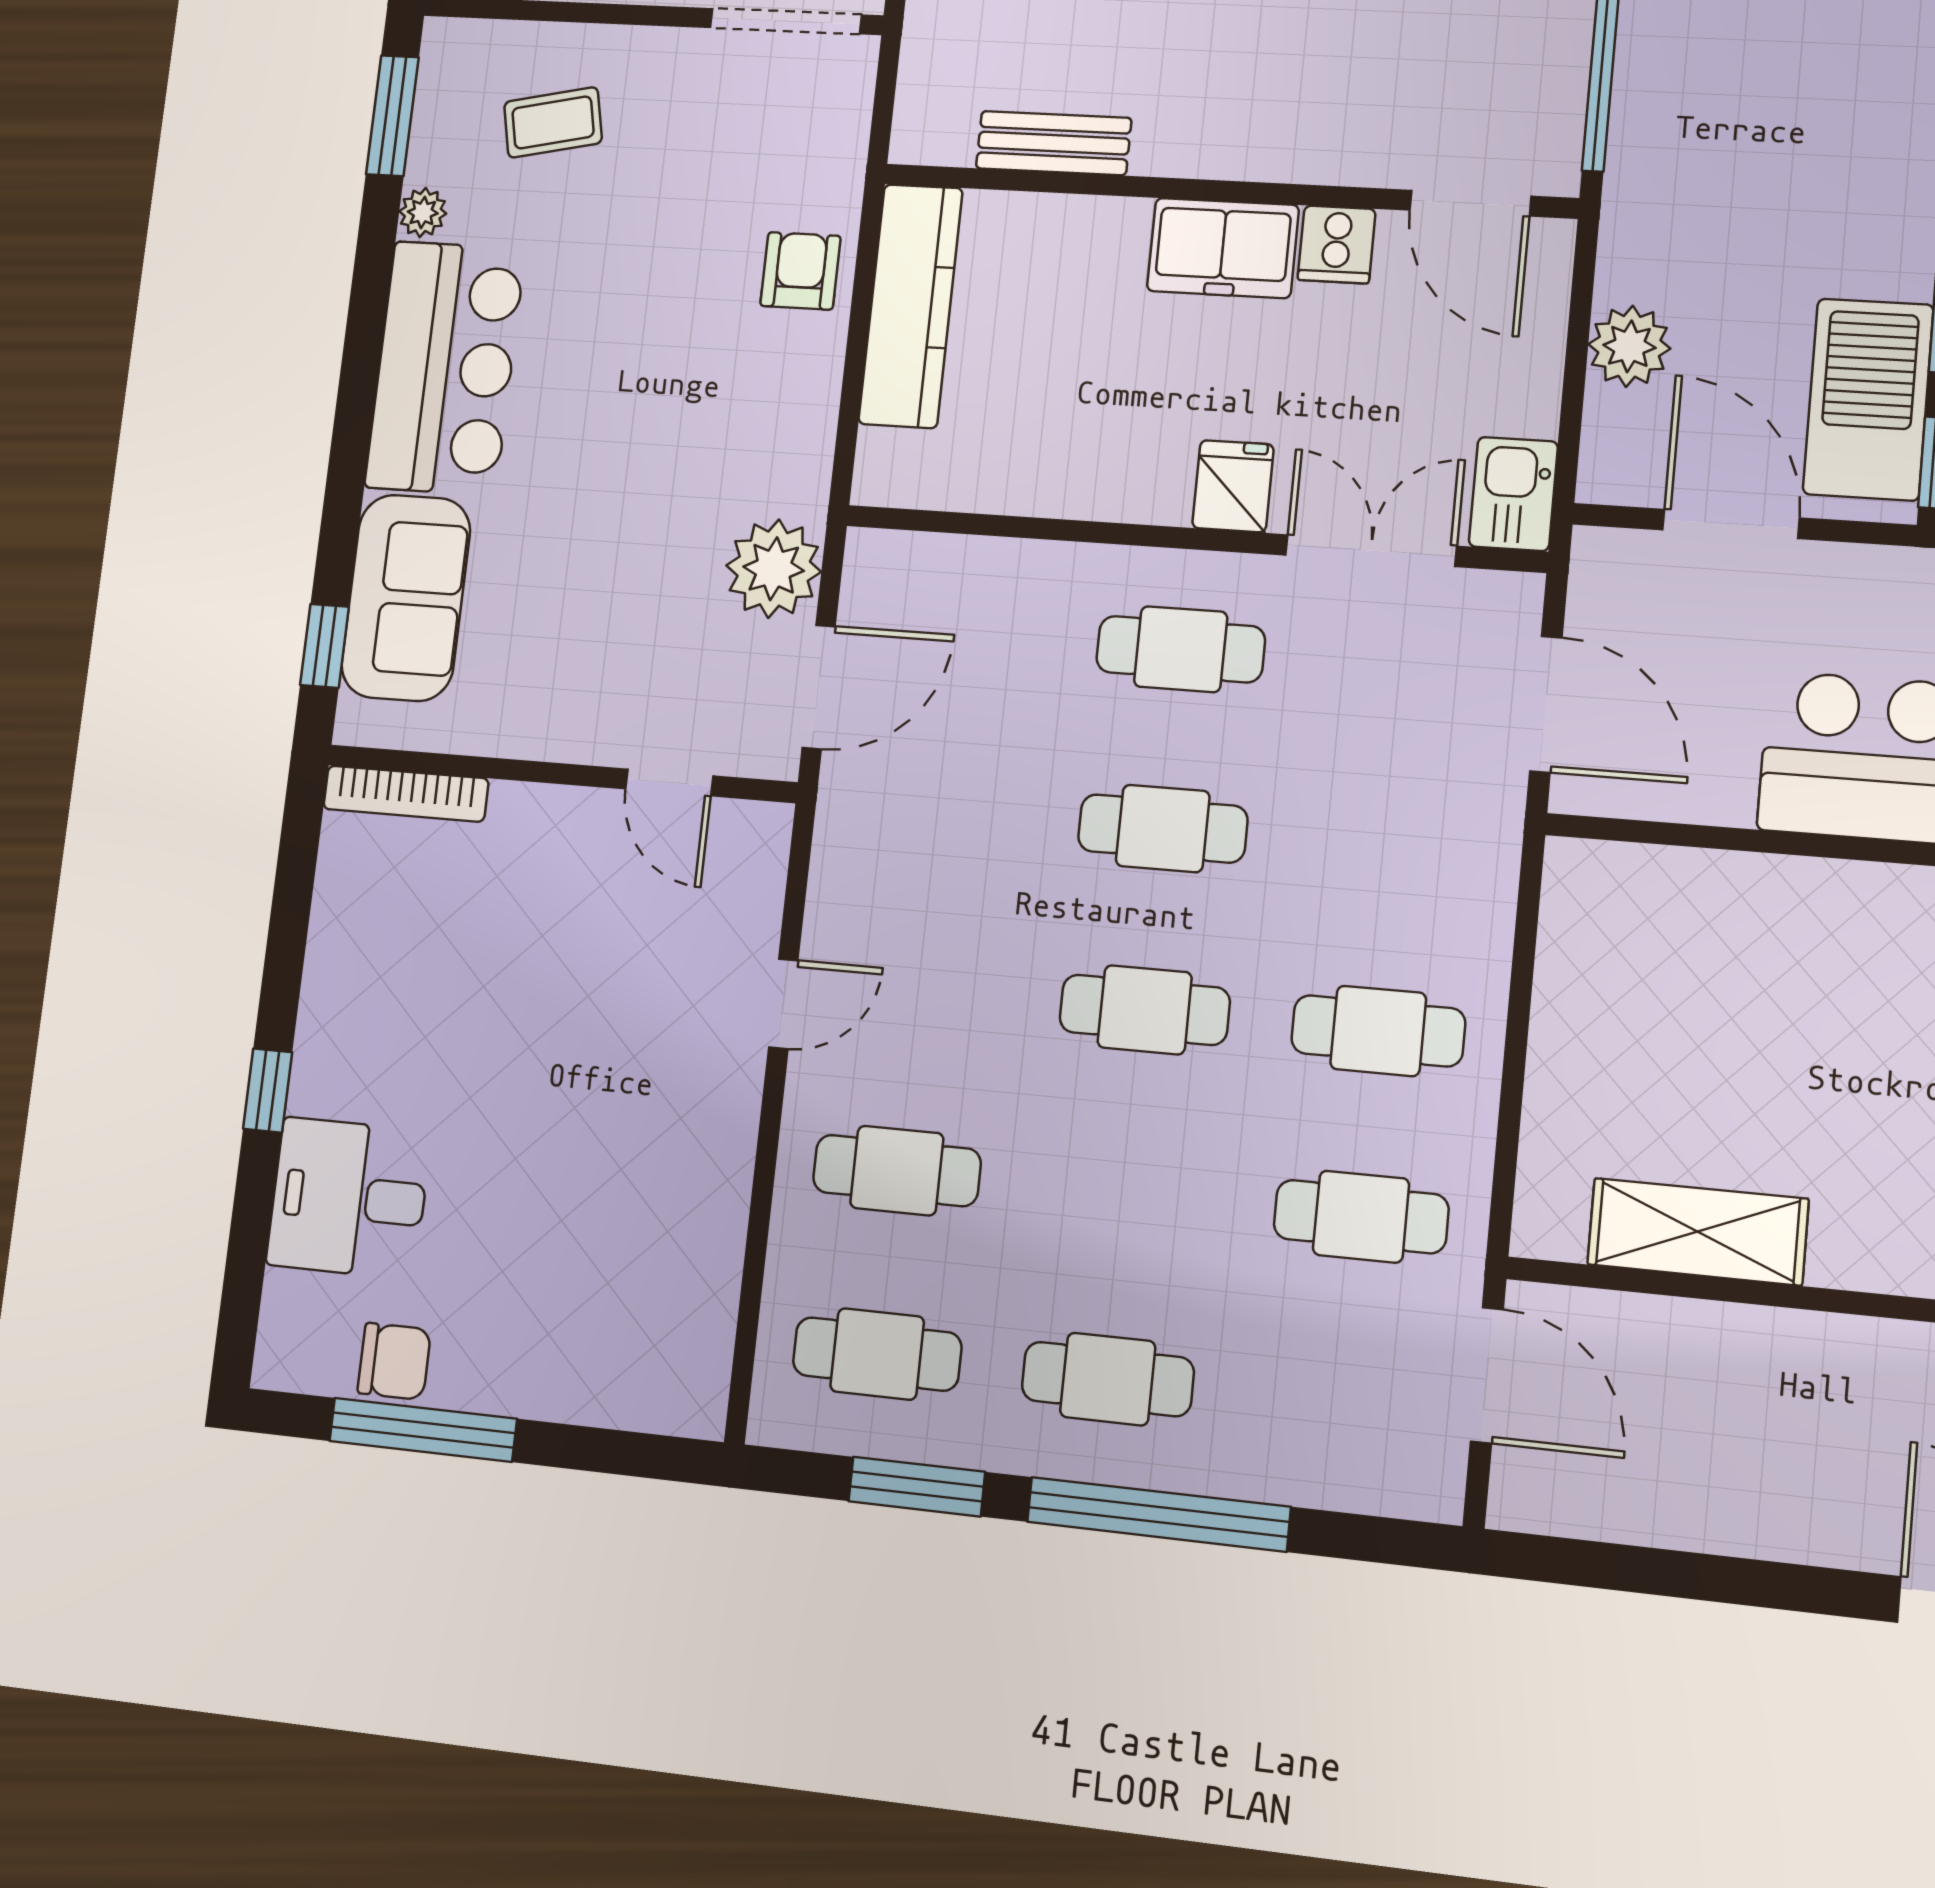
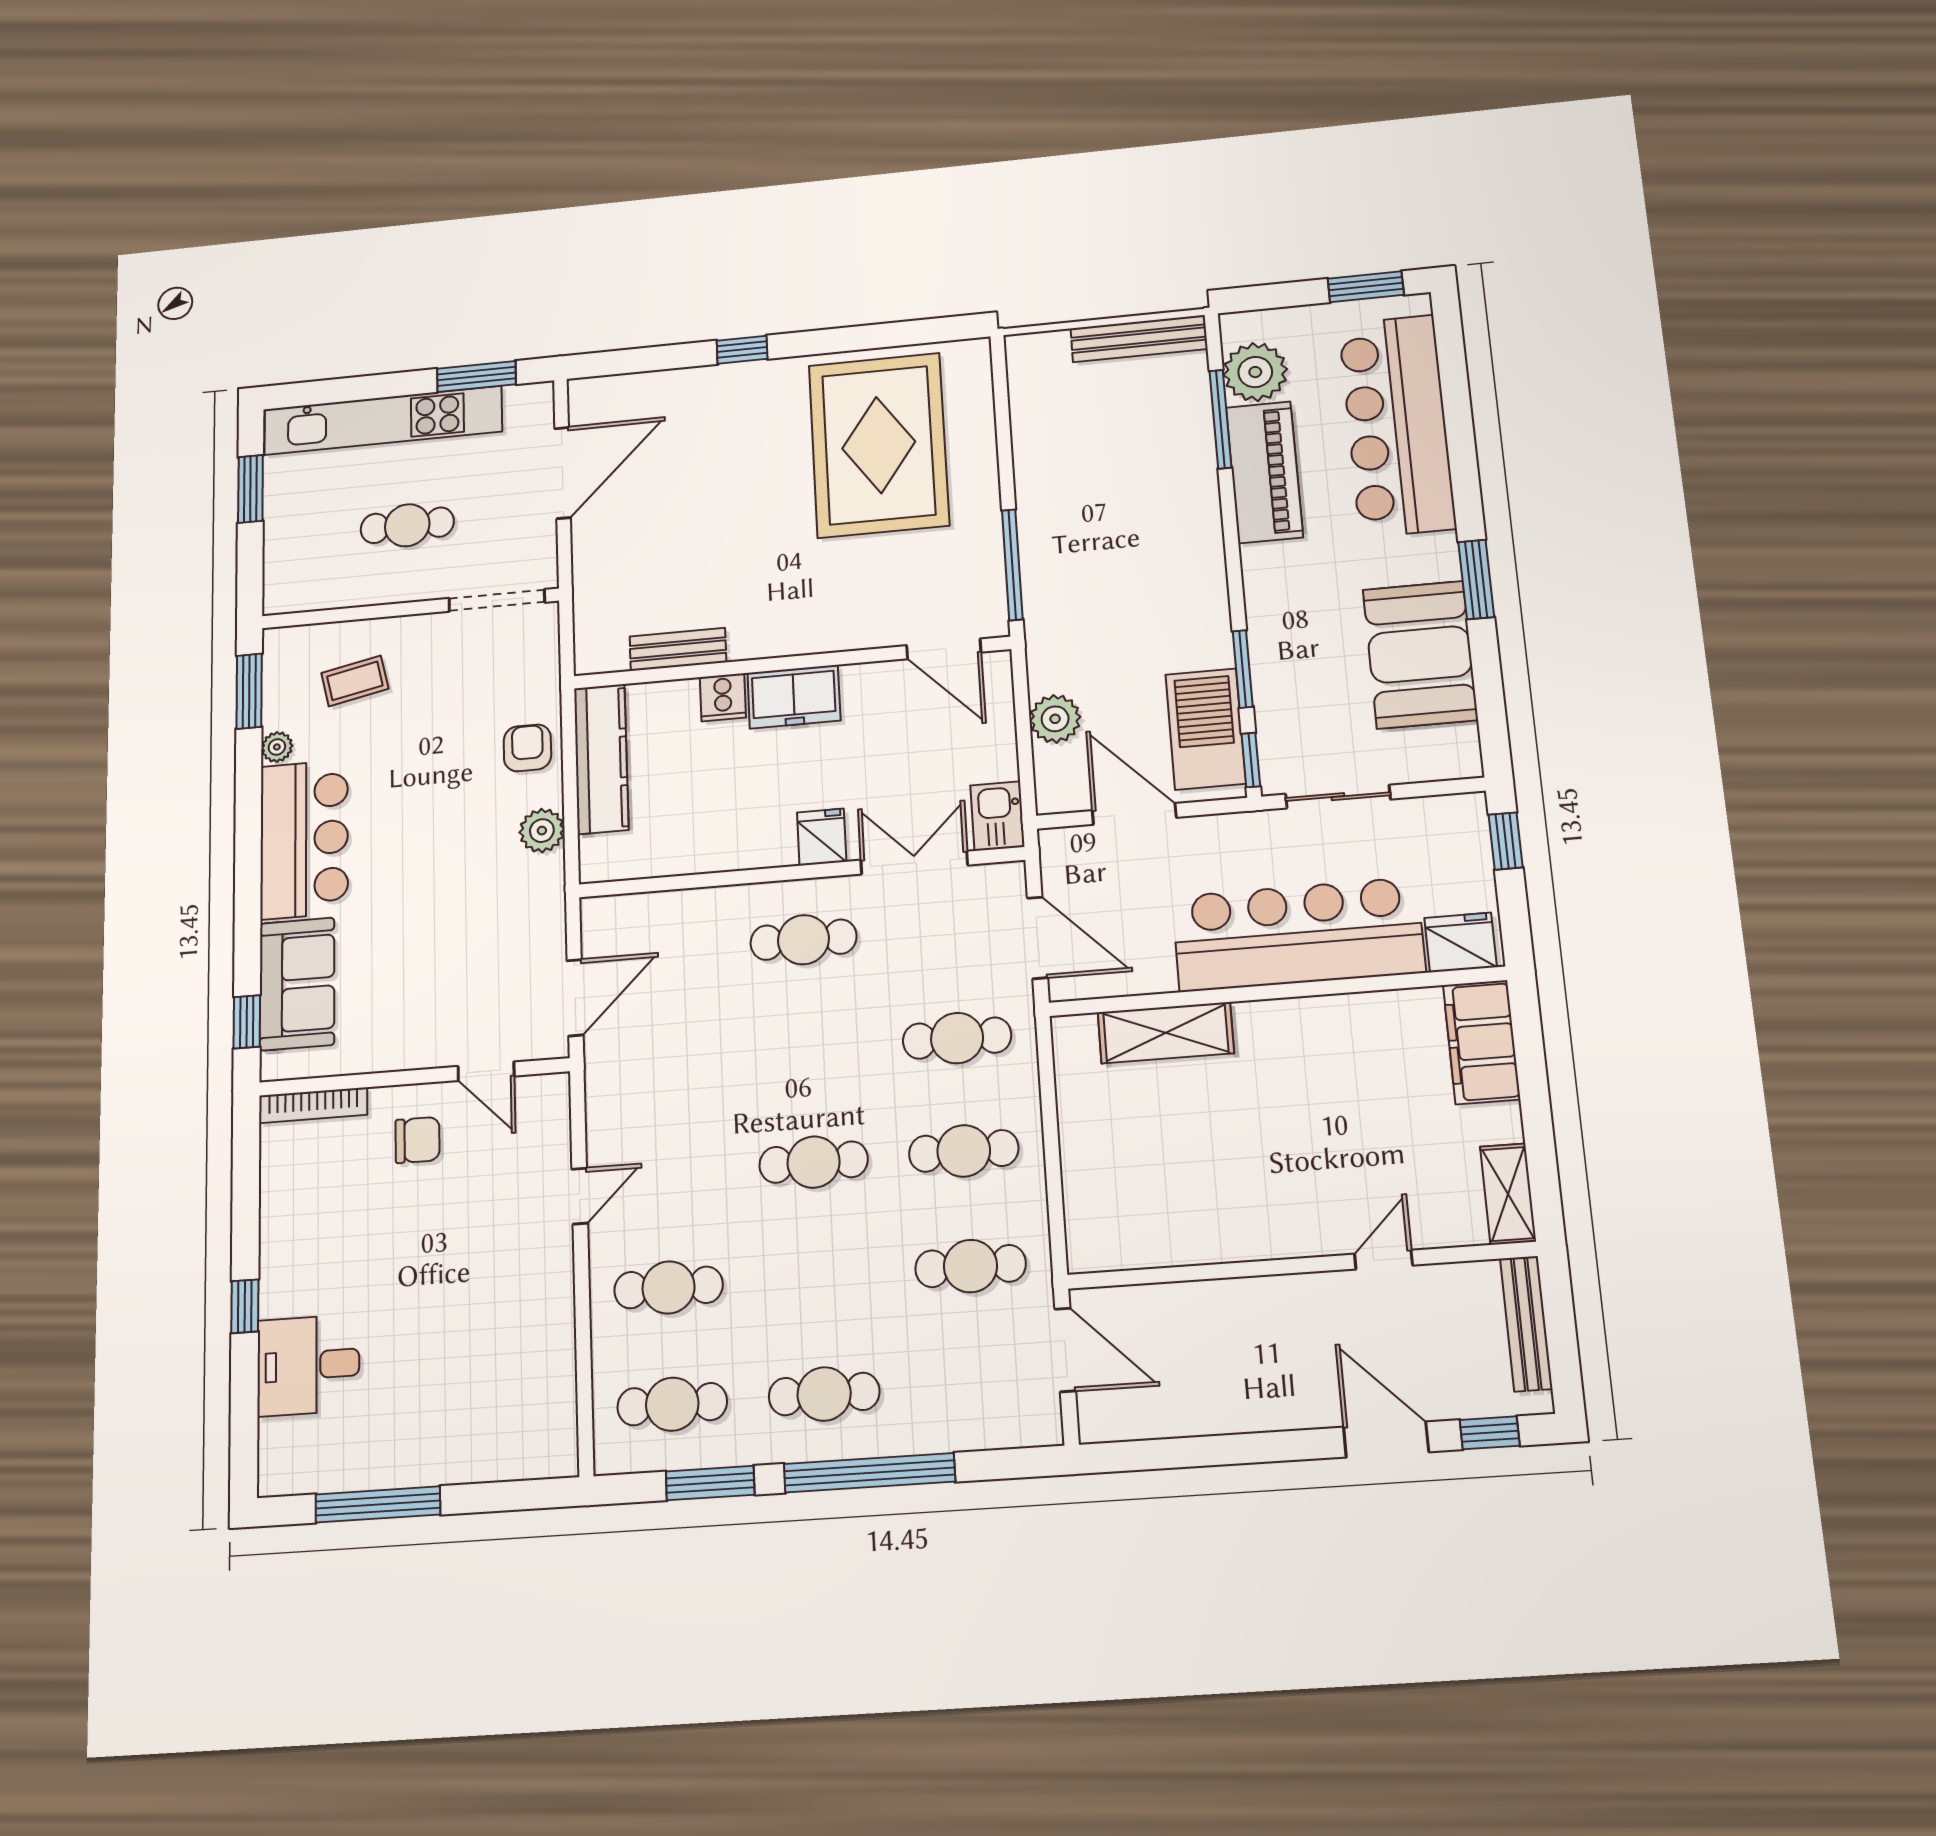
cooker: (1337, 245) -> (723, 697), moved
plant: (774, 569) -> (542, 831), moved, width x0.73, depth x0.73
cafe table: (1163, 829) -> (957, 1038), moved
shelving: (1698, 1232) -> (1166, 1033), moved
chair: (394, 1361) -> (418, 1140), moved

